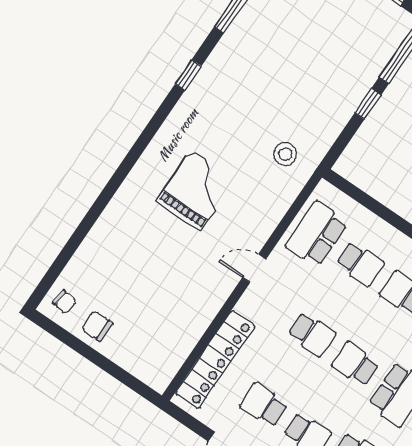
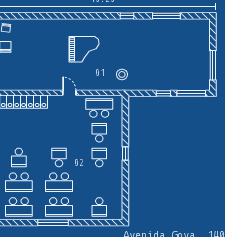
school desk: (360, 264) -> (99, 133), turned 180
school desk: (312, 334) -> (59, 133), removed
school desk: (264, 405) -> (19, 133), removed

